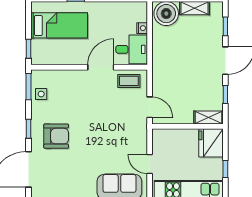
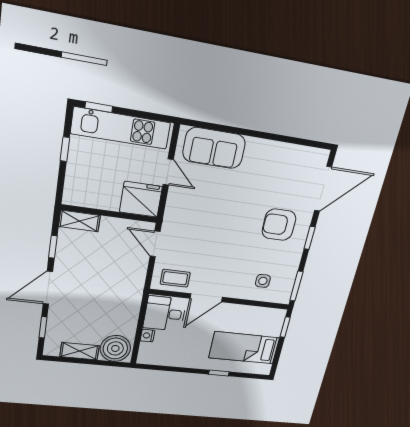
side table: (41, 94) -> (263, 281), moved
fridge: (211, 143) -> (141, 199), moved, turned -90

